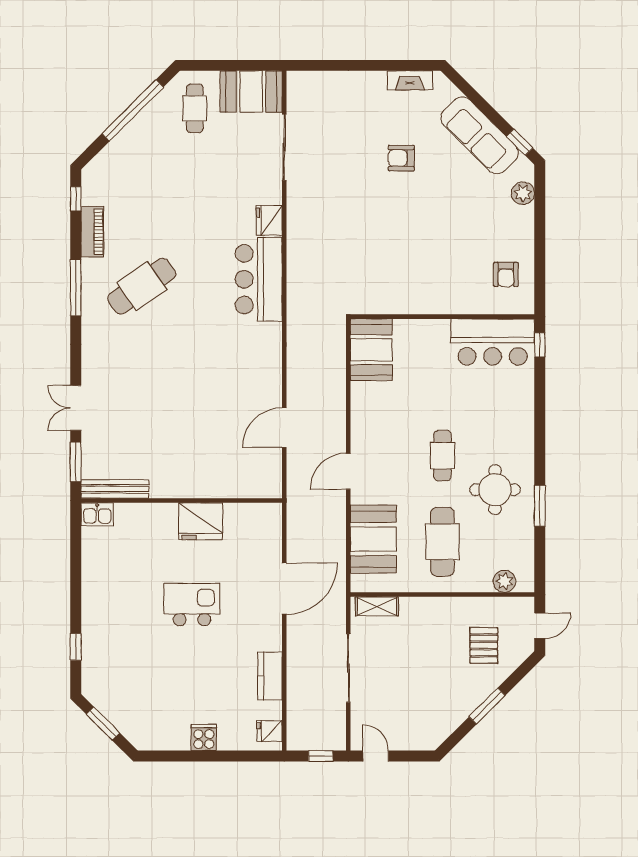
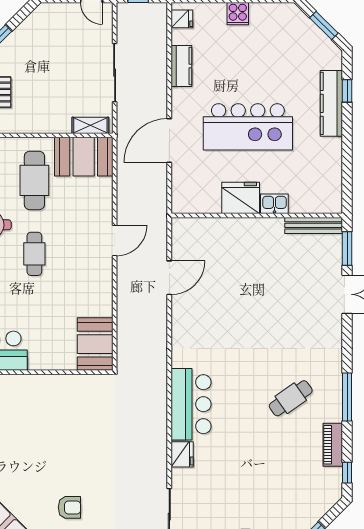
cafe table: (142, 286) -> (291, 398), width x0.73, depth x0.74
kitchen sink: (97, 514) -> (274, 204), moved
booth: (373, 539) -> (84, 157), moved, turned 90
kitchen island: (192, 605) -> (248, 127), width x1.87, depth x1.28
kitchen counter: (94, 632) -> (331, 103), added

